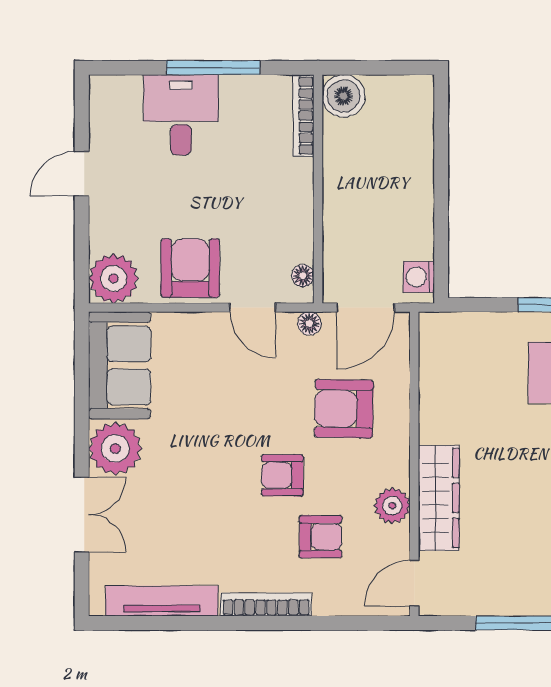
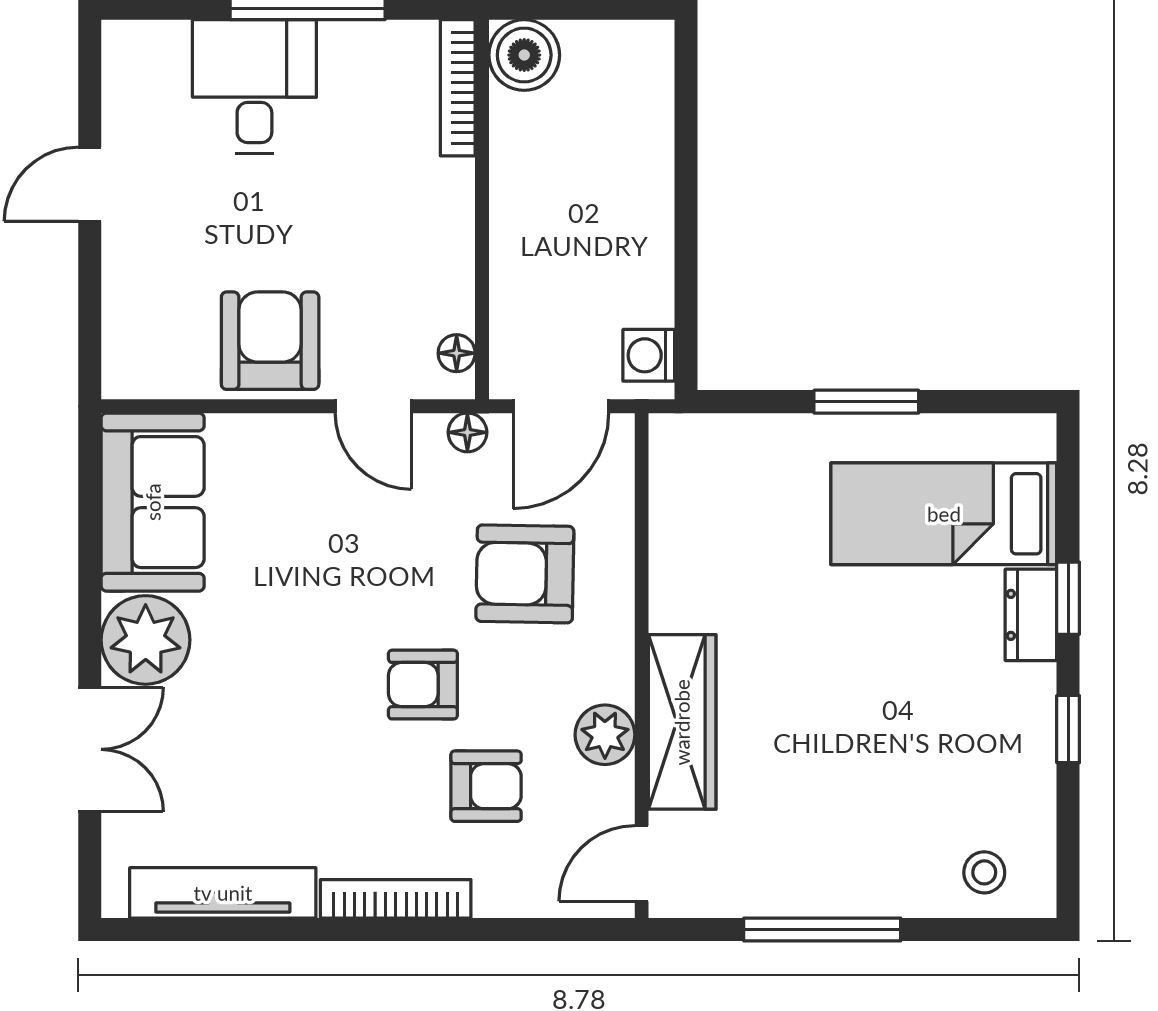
plant: (114, 278) -> (143, 358), removed

